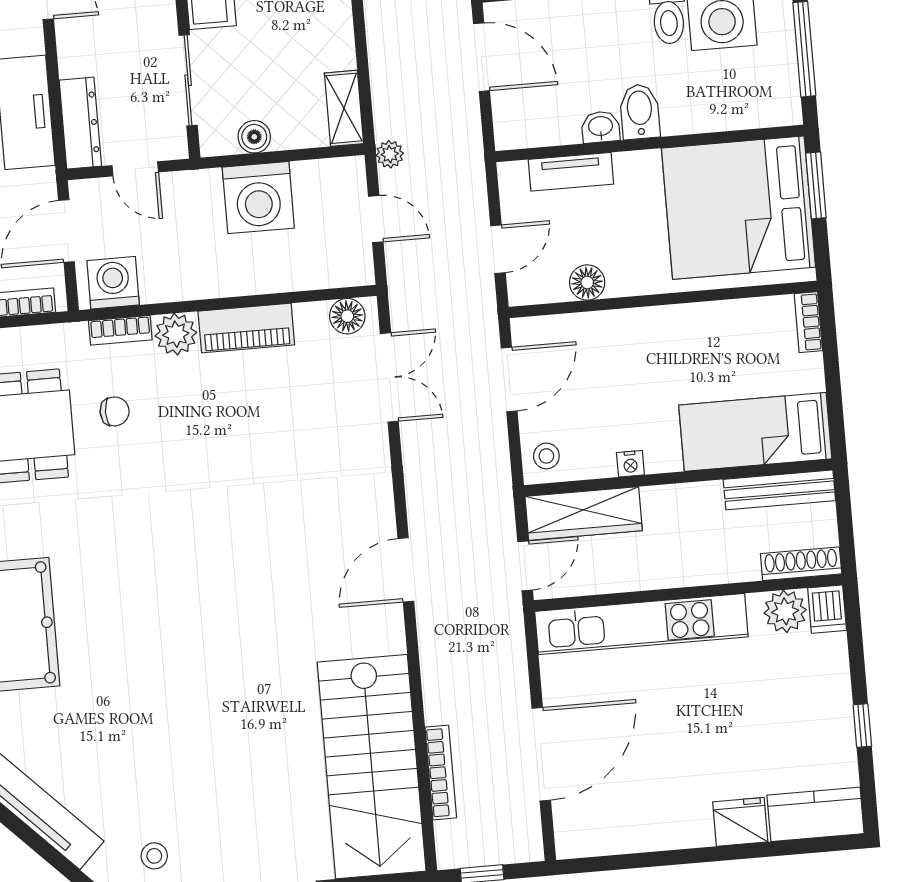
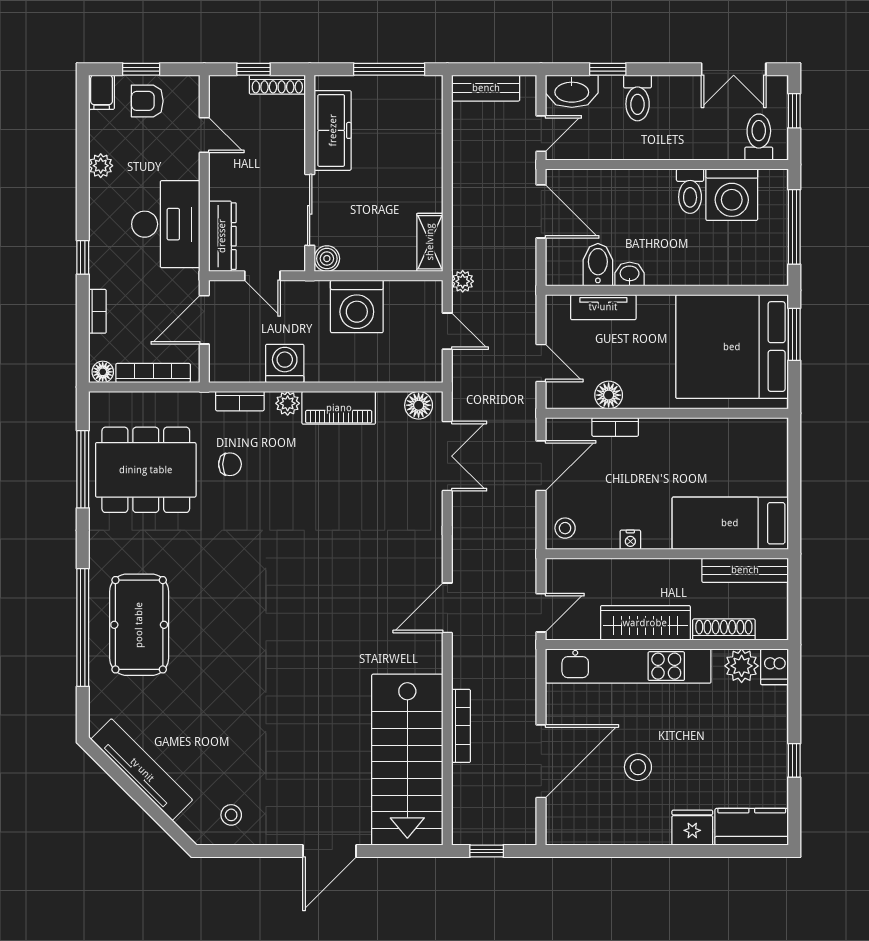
bidet: (640, 112) -> (598, 265), moved
boiler: (254, 137) -> (327, 259), moved
door: (498, 249) -> (541, 363), hinge flipped
washing machine: (113, 283) -> (285, 363), moved
bookcase: (808, 322) -> (615, 427), moved, turned -90
plant: (176, 334) -> (288, 403), width x0.73, depth x0.73
wardrobe: (584, 513) -> (645, 623), moved, turned 180
shoe rack: (801, 564) -> (724, 630), moved
stool: (665, 751) -> (638, 767), added
bookcase: (441, 772) -> (461, 726), moved

